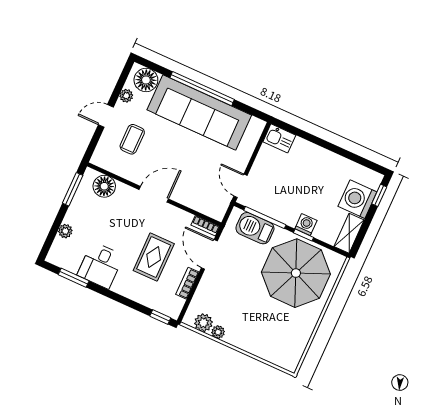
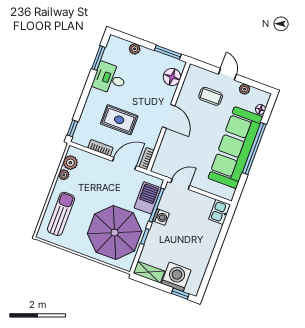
floor lamp: (146, 80) -> (261, 109), width x0.53, depth x0.53
washing machine: (306, 225) -> (161, 217), moved
sun lounger: (267, 339) -> (61, 214), added

